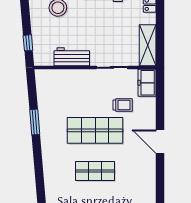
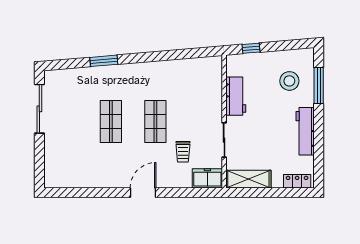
window: (35, 122) -> (104, 61), moved
shop shelf: (95, 130) -> (155, 122), width x0.70, depth x0.74

